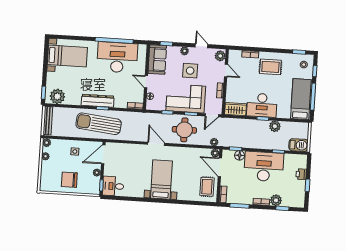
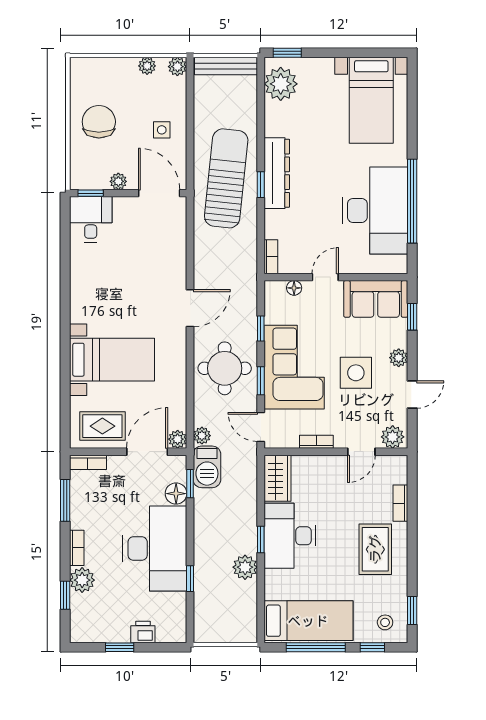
barbecue: (299, 145) -> (207, 467), moved
bed with nightstands: (161, 180) -> (112, 360), moved

